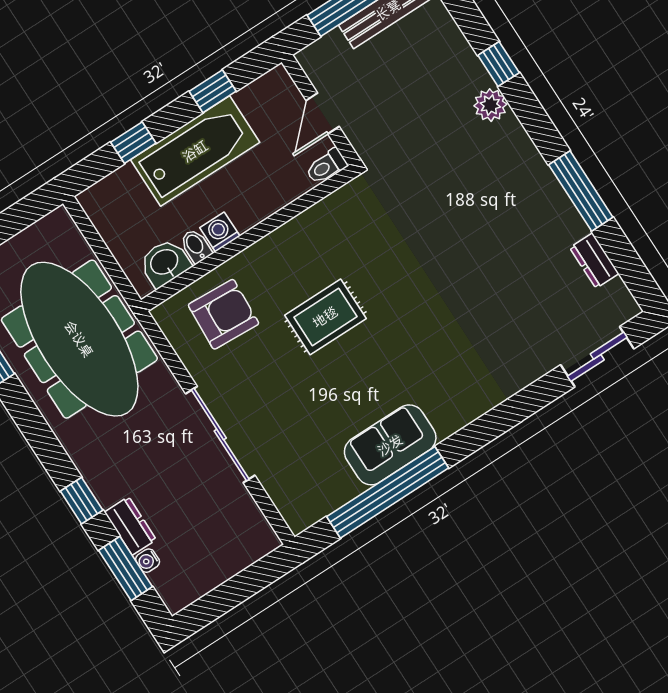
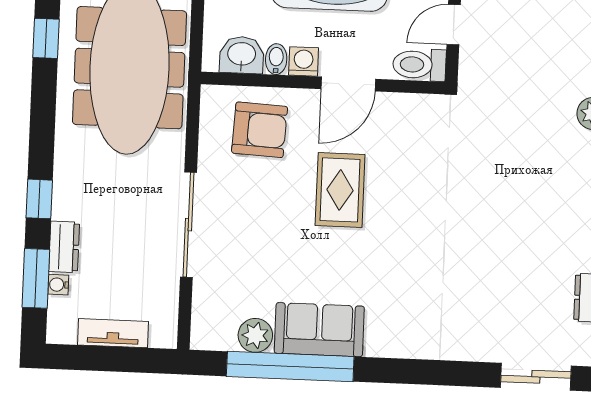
toilet: (326, 166) -> (419, 65), width x1.37, depth x1.39
door: (270, 224) -> (348, 84), added
rug: (325, 317) -> (340, 190), turned 90
plant: (341, 487) -> (255, 335), added
tv unit: (221, 569) -> (113, 333), added

